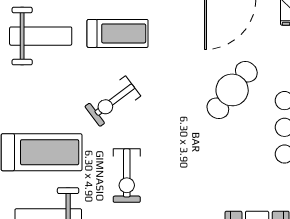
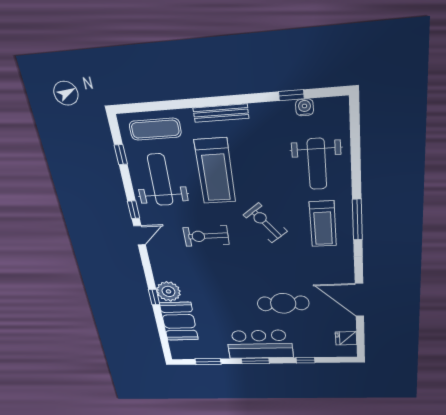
cafe table: (232, 90) -> (283, 303), turned -38

